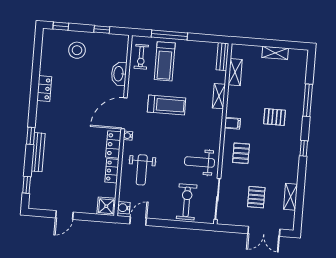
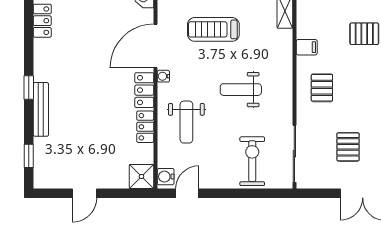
treadmill: (167, 105) -> (213, 29), turned 180
weight bench: (200, 162) -> (241, 90), moved

